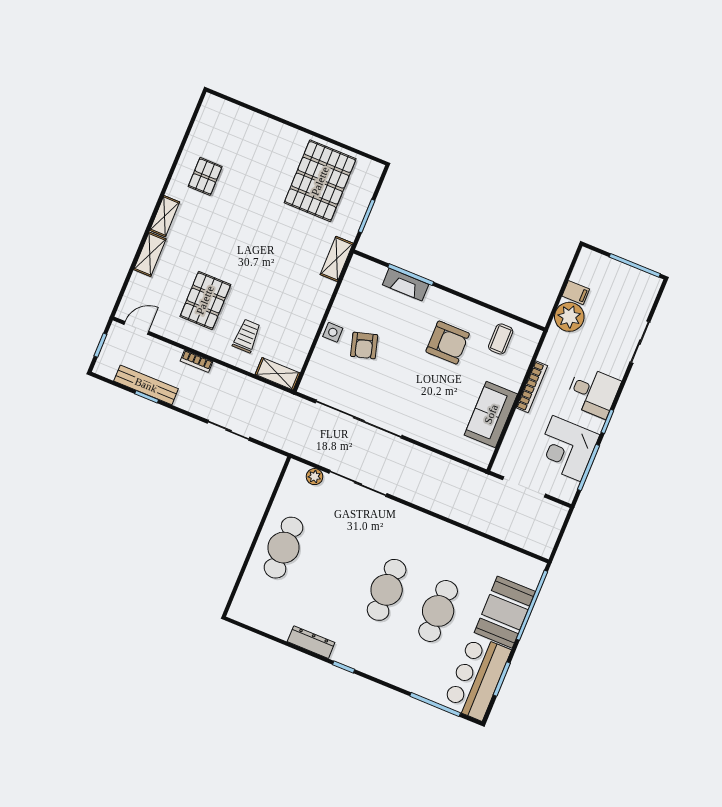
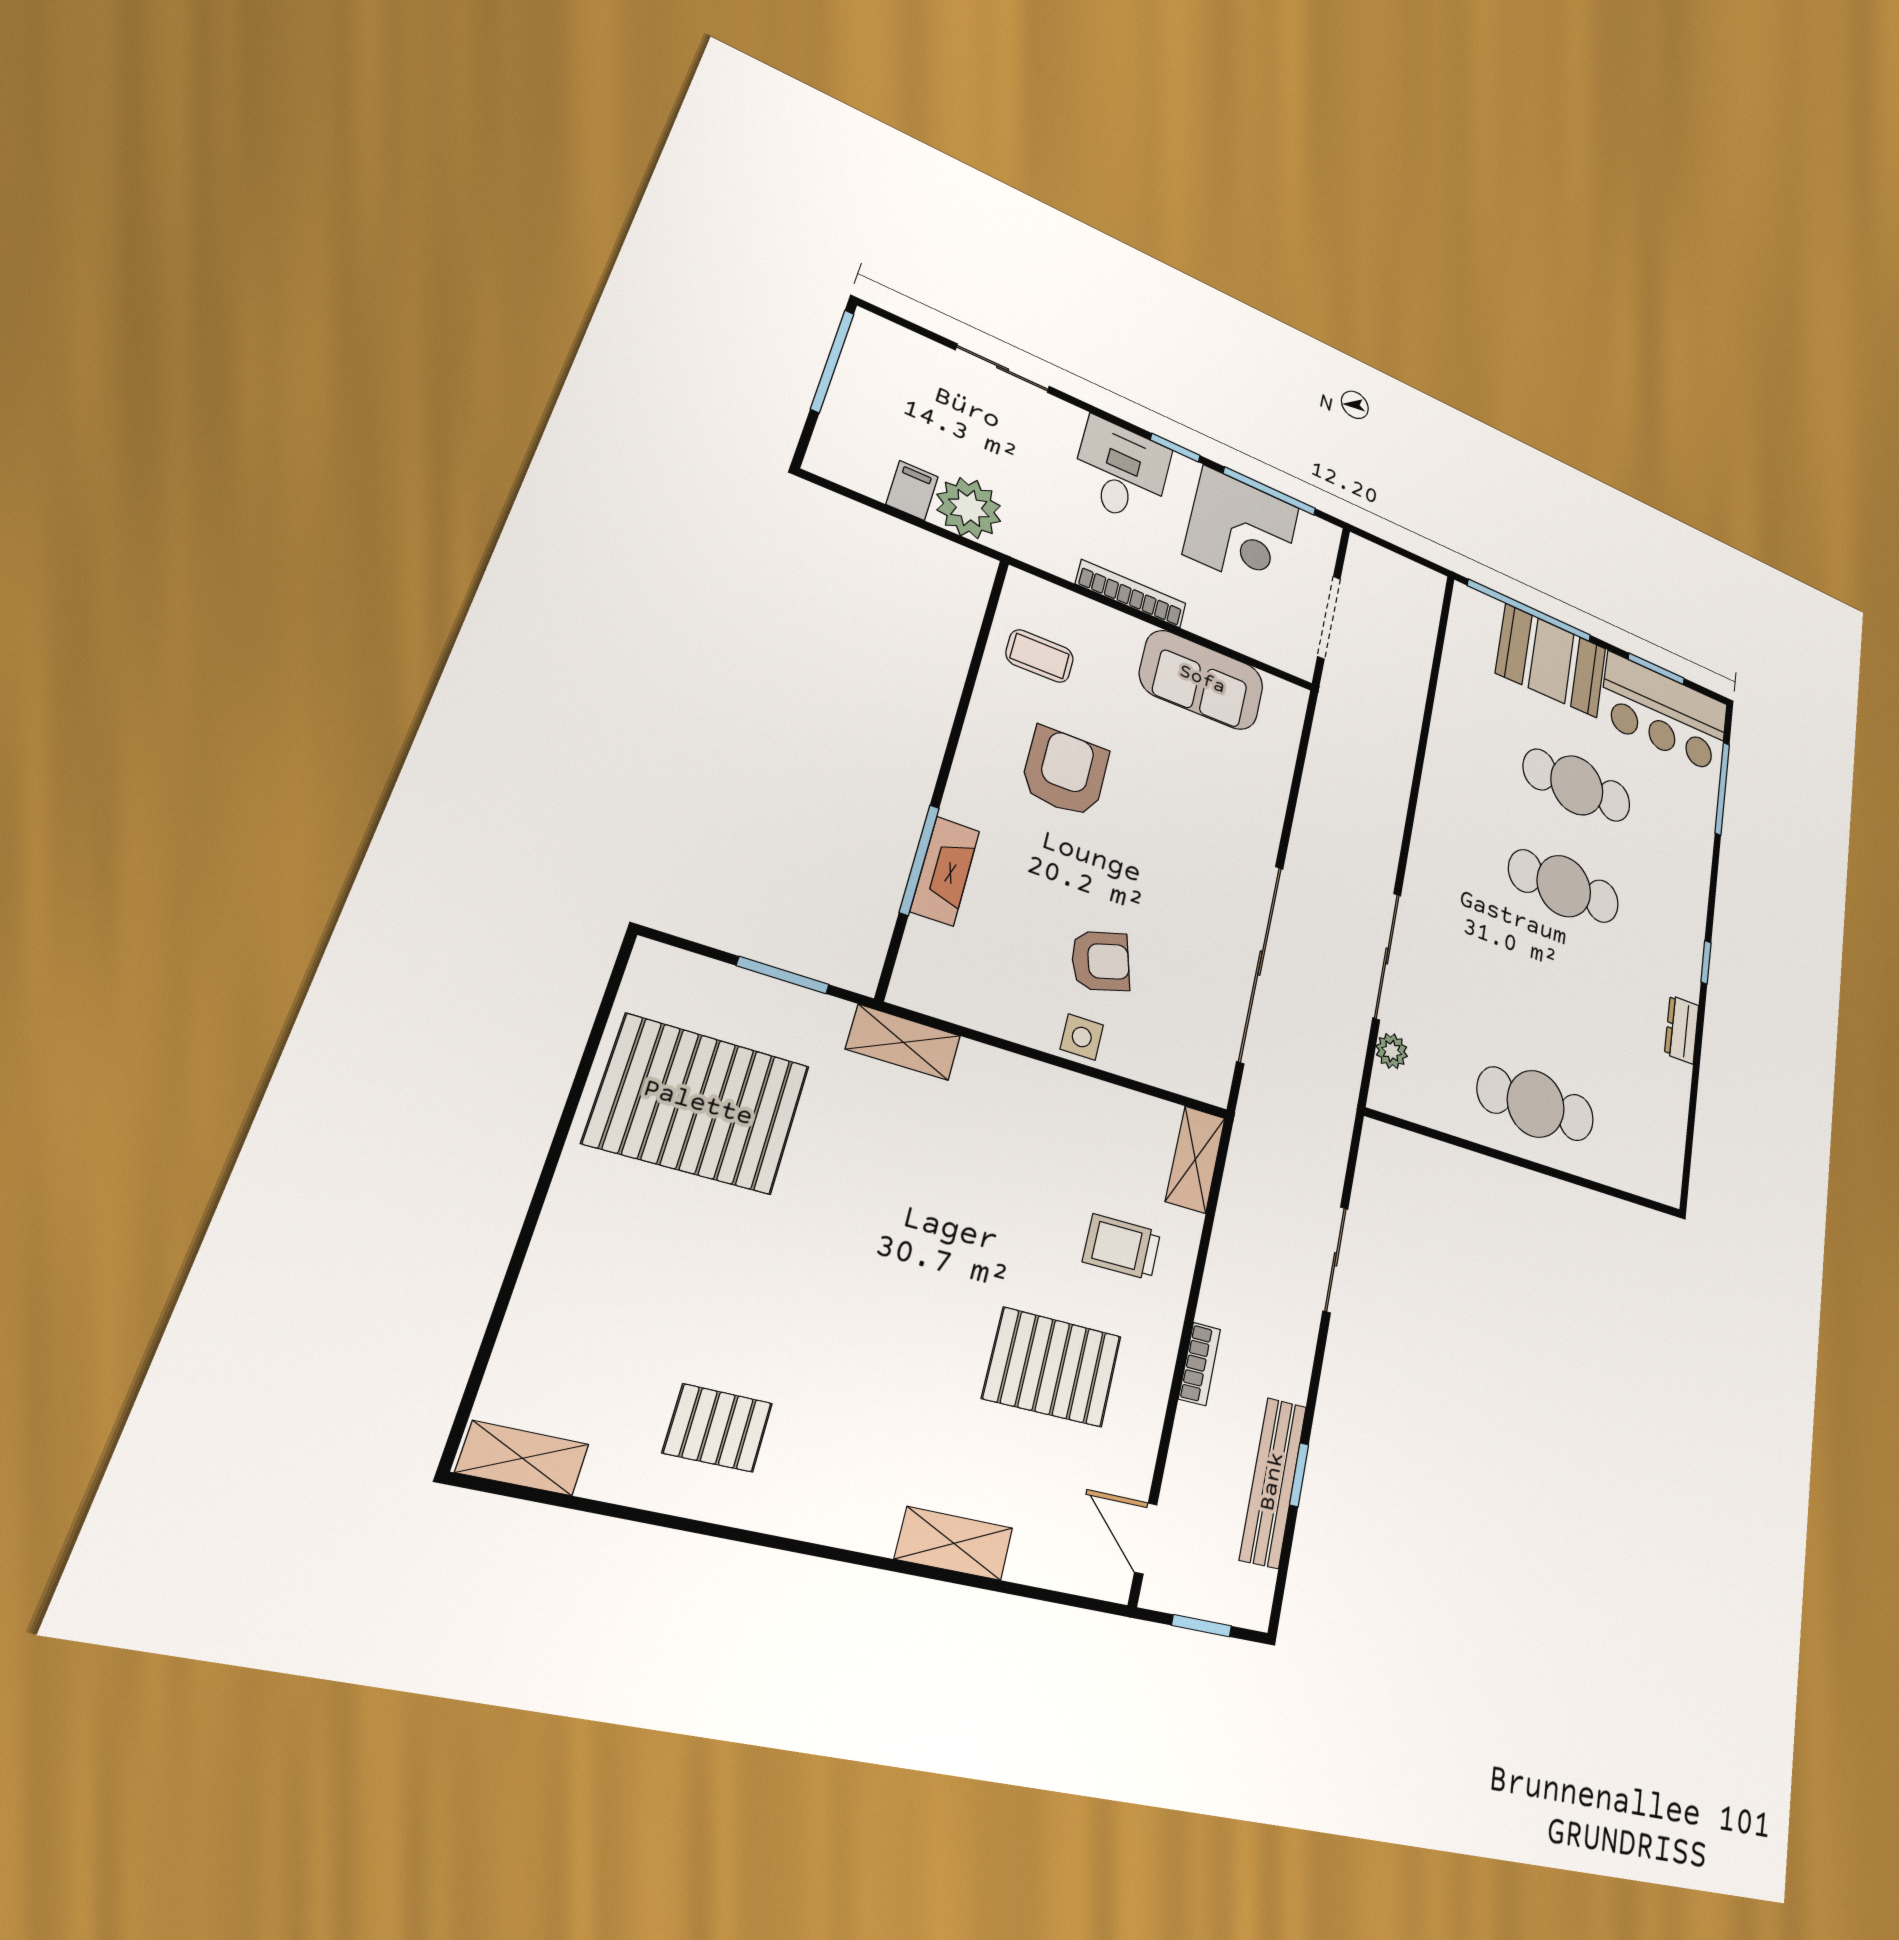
shelving: (165, 216) -> (522, 1458), moved
dresser: (311, 642) -> (1682, 1029), width x0.70

